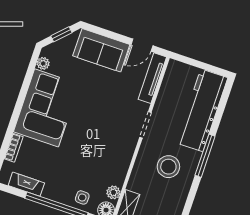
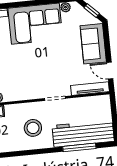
window: (205, 156) -> (79, 147), moved

